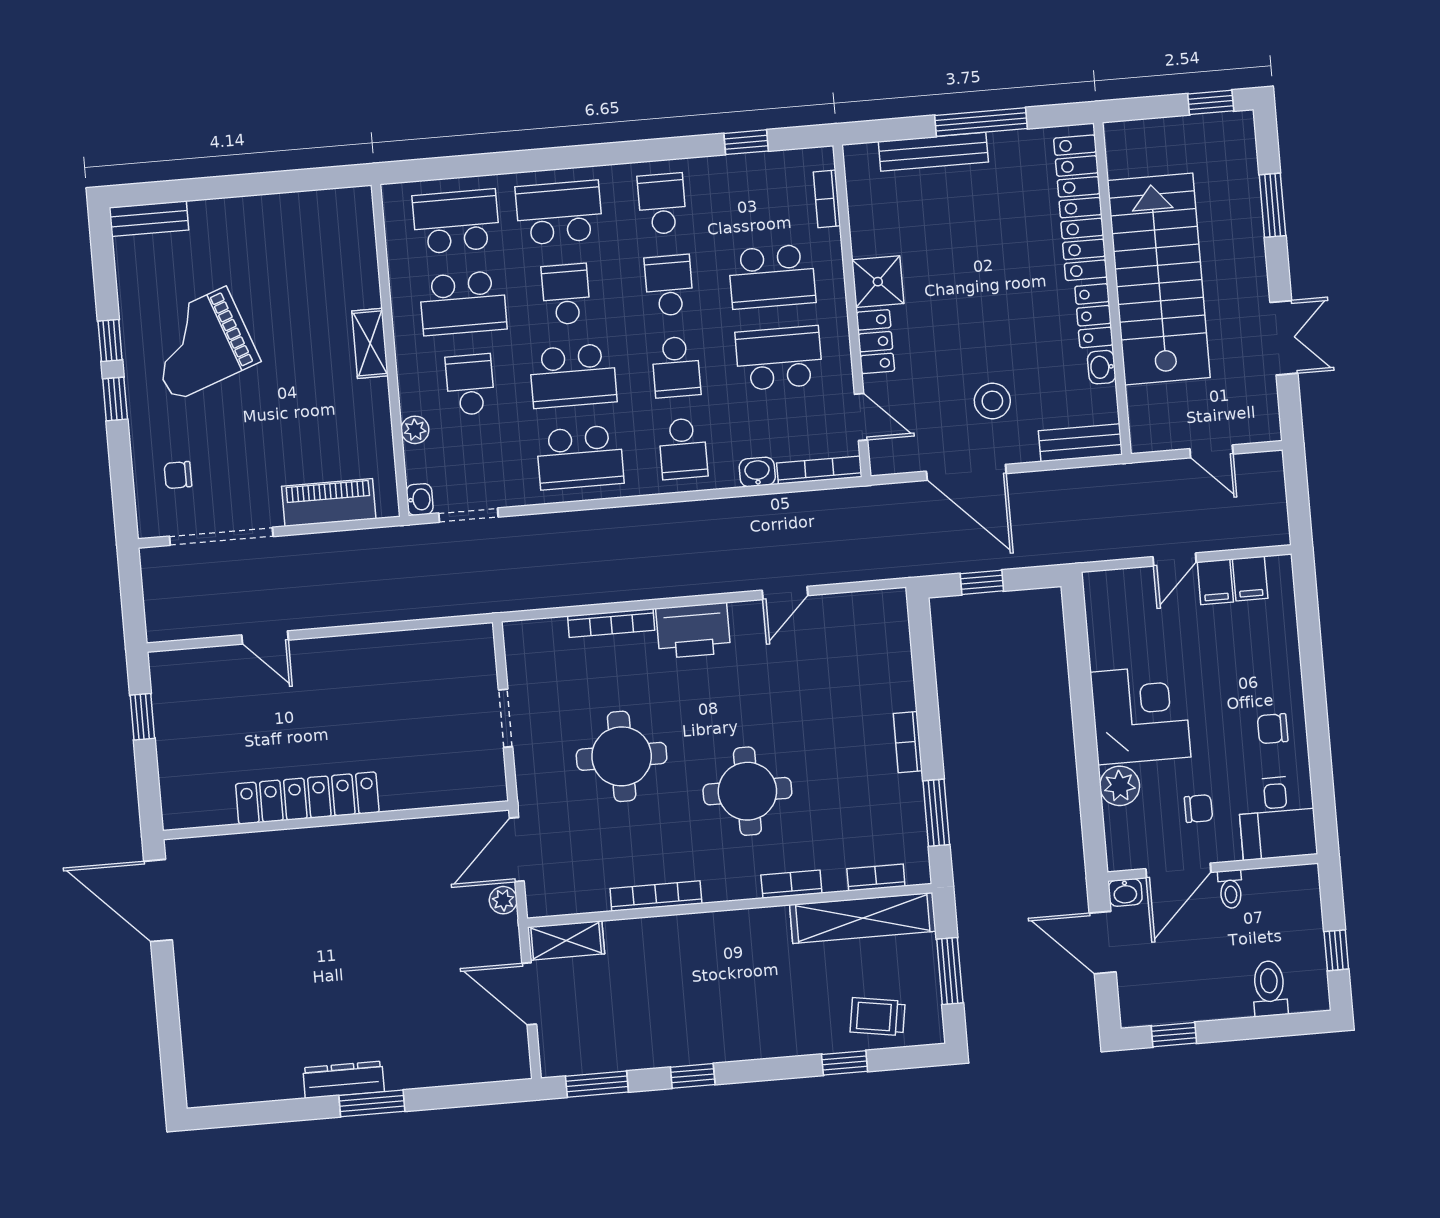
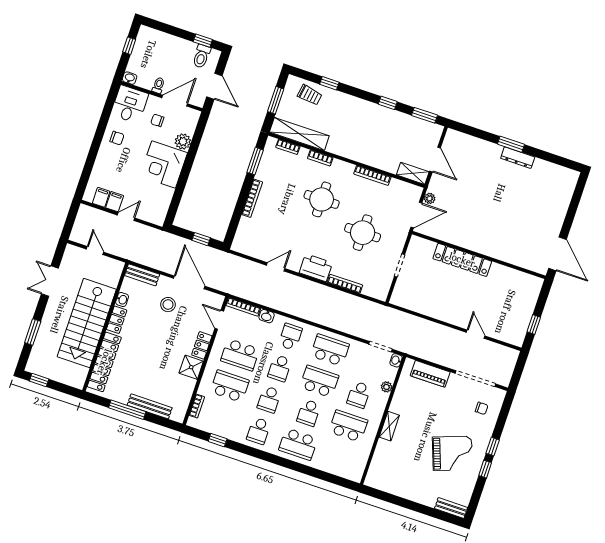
school desk: (456, 221) -> (338, 457), removed
school desk: (676, 367) -> (280, 368), turned 180
bookcase: (908, 742) -> (252, 198), width x1.56
locker: (307, 798) -> (462, 260), moved
washbasin: (1125, 892) -> (130, 78), moved
toilet: (1269, 988) -> (201, 56), moved

